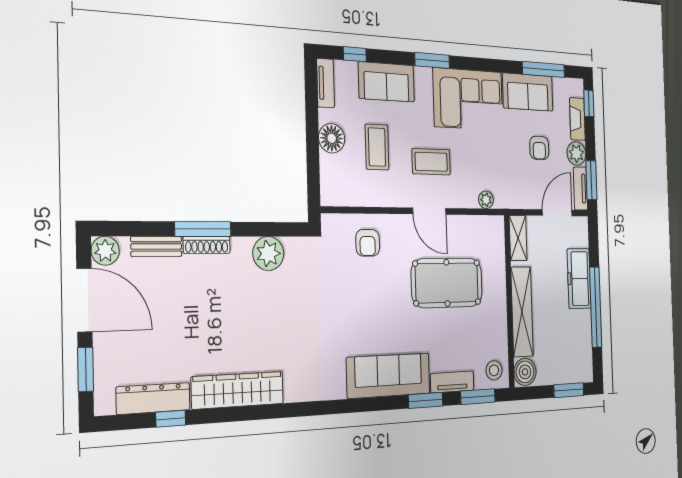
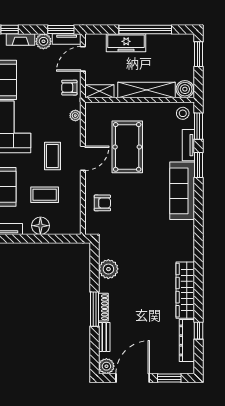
armchair: (539, 148) -> (69, 88), moved, turned 180
door: (557, 213) -> (83, 59), hinge flipped

